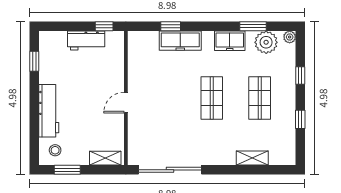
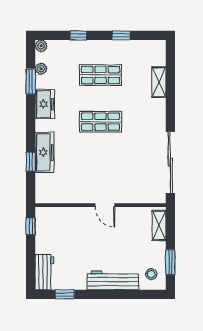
workbench: (86, 40) -> (44, 272), moved
plant: (266, 42) -> (41, 69), width x0.53, depth x0.53

